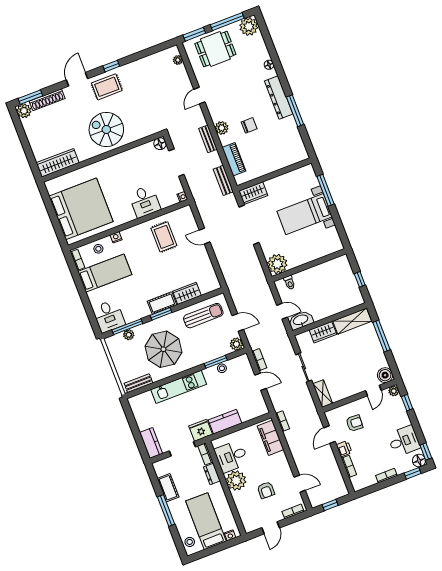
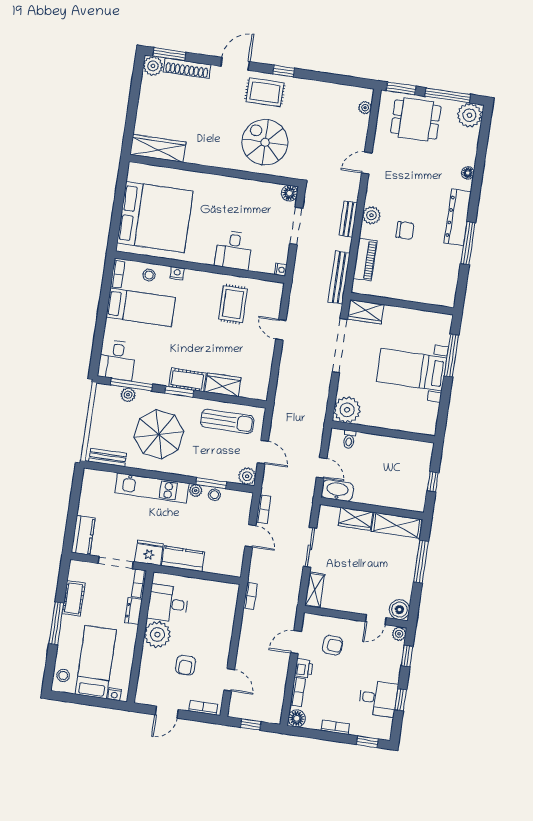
spiral stairs: (106, 129) -> (265, 142), moved
bench: (223, 180) -> (339, 277), width x1.36
plant: (208, 372) -> (196, 491), added
filing cabinet: (271, 438) -> (225, 607), removed
window: (426, 452) -> (401, 700), moved
floor lamp: (419, 461) -> (297, 718), moved

